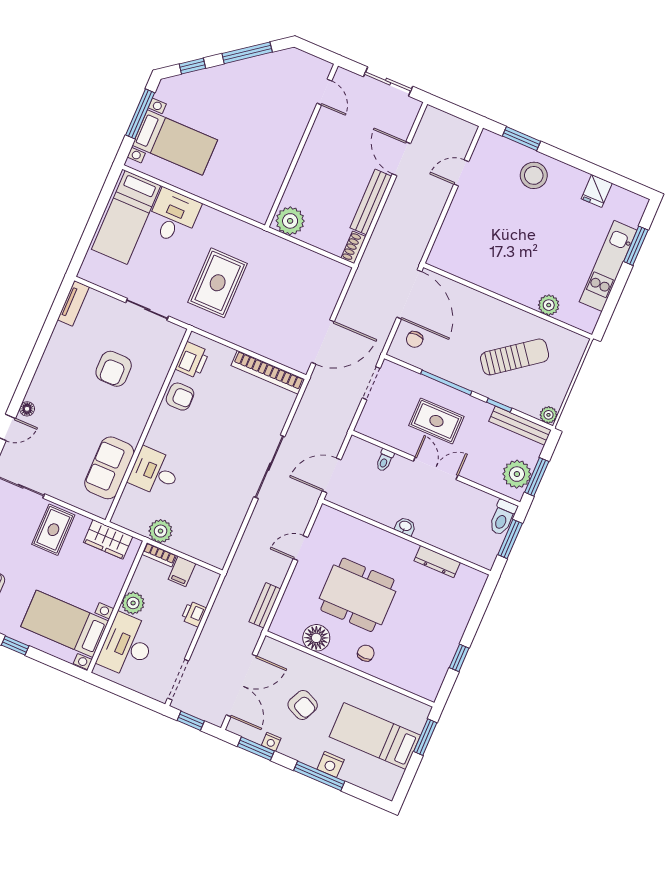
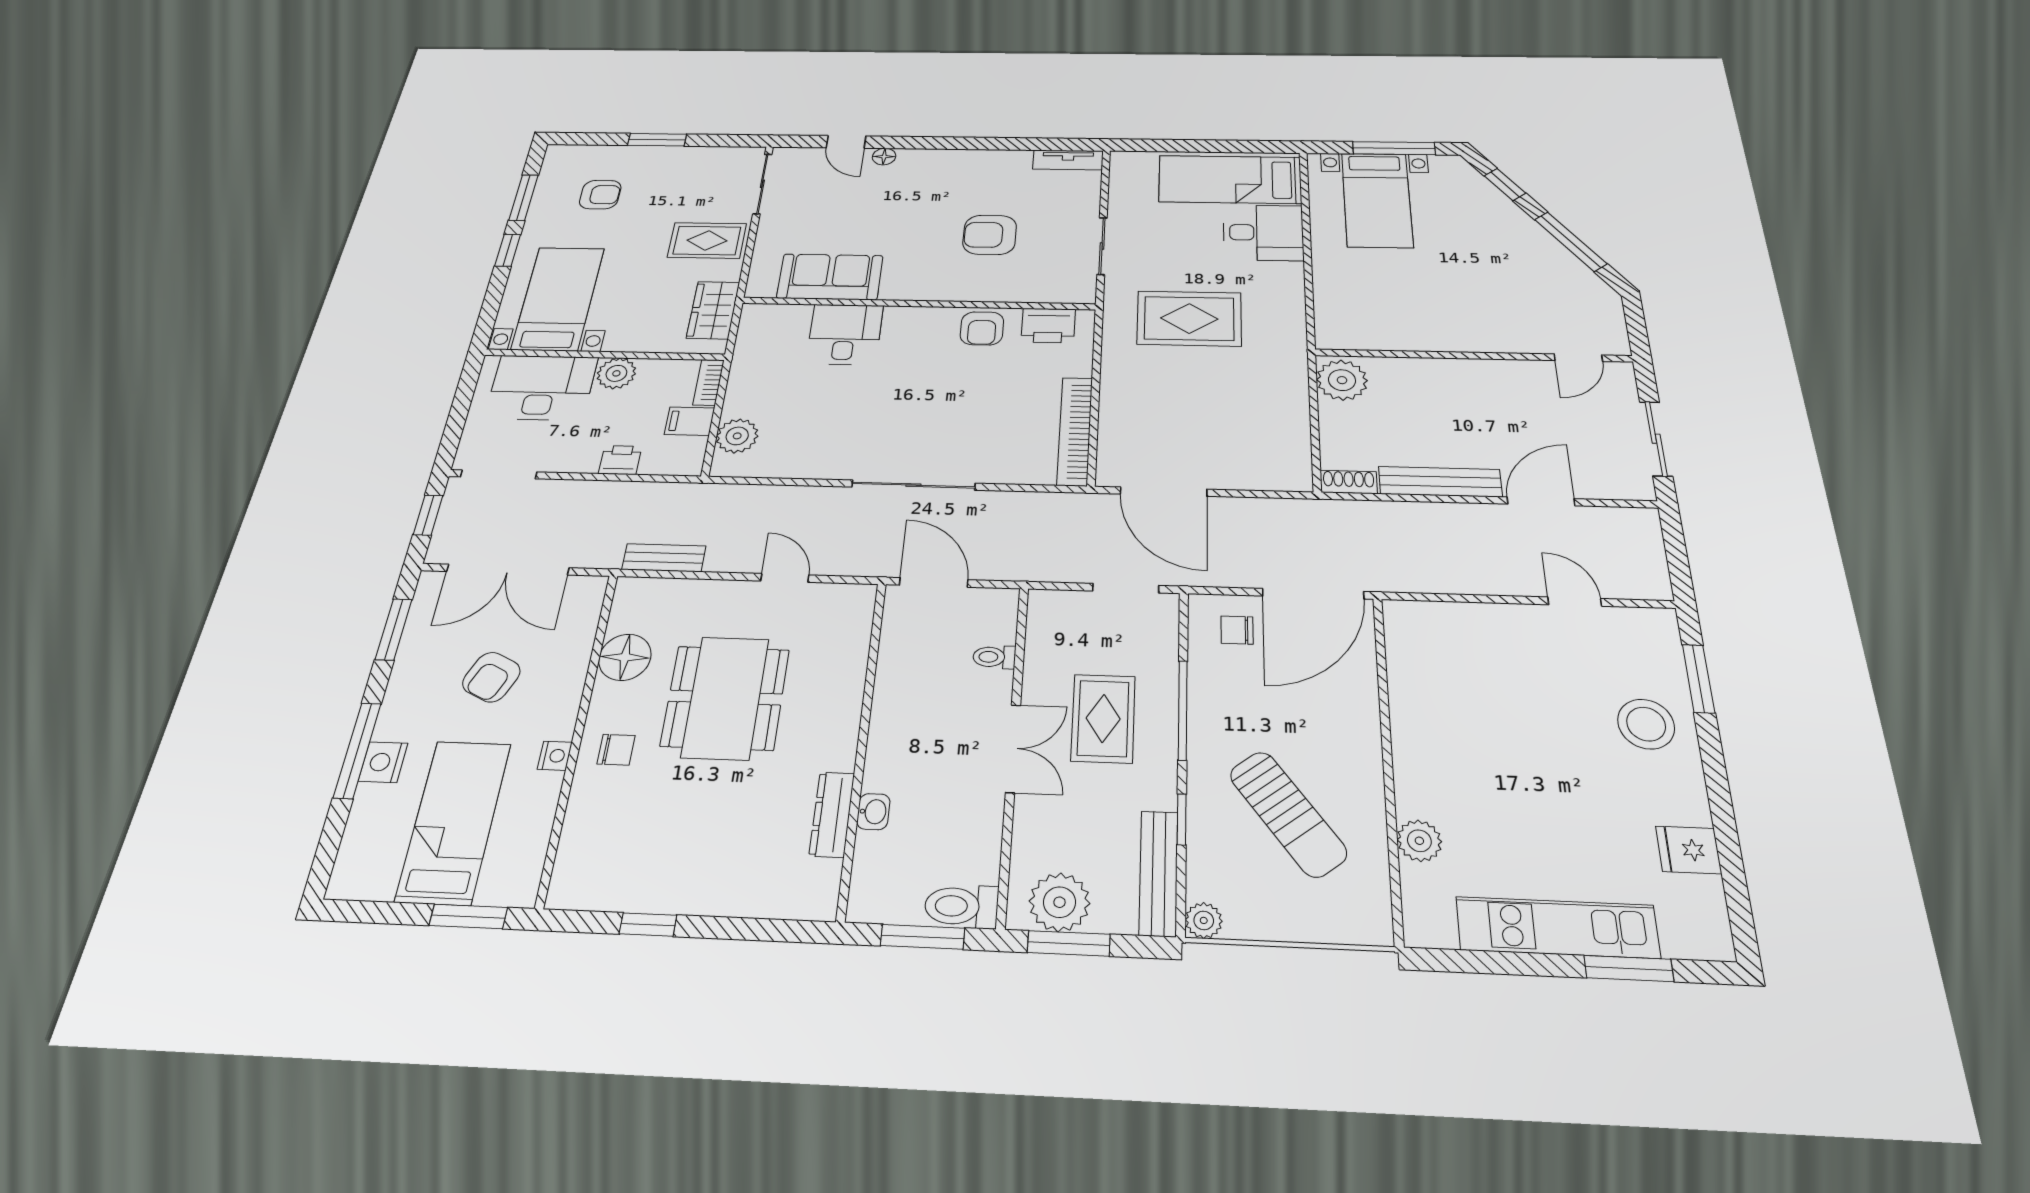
washbasin: (405, 526) -> (873, 812), moved
plant: (161, 531) -> (737, 436), moved
nightstand: (271, 742) -> (555, 756), moved, turned 180

